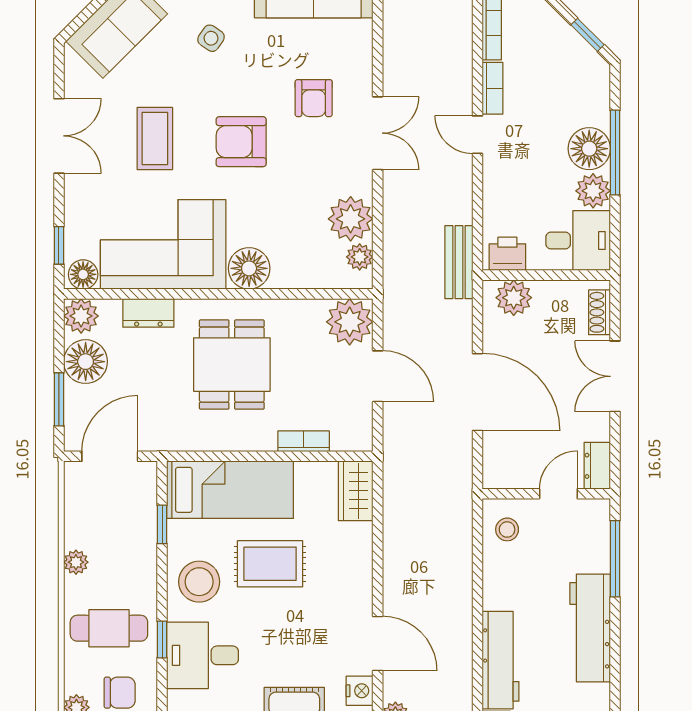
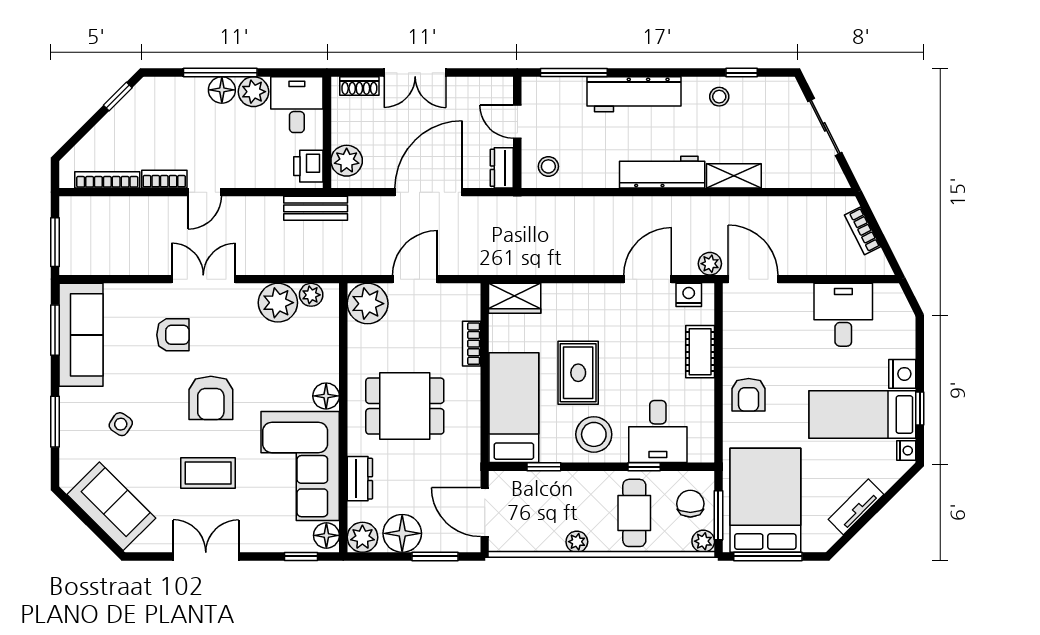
floor lamp: (589, 149) -> (222, 90), width x0.73, depth x0.73
floor lamp: (249, 268) -> (326, 396), width x0.73, depth x0.73
dresser: (597, 466) -> (502, 168), moved, turned 90

